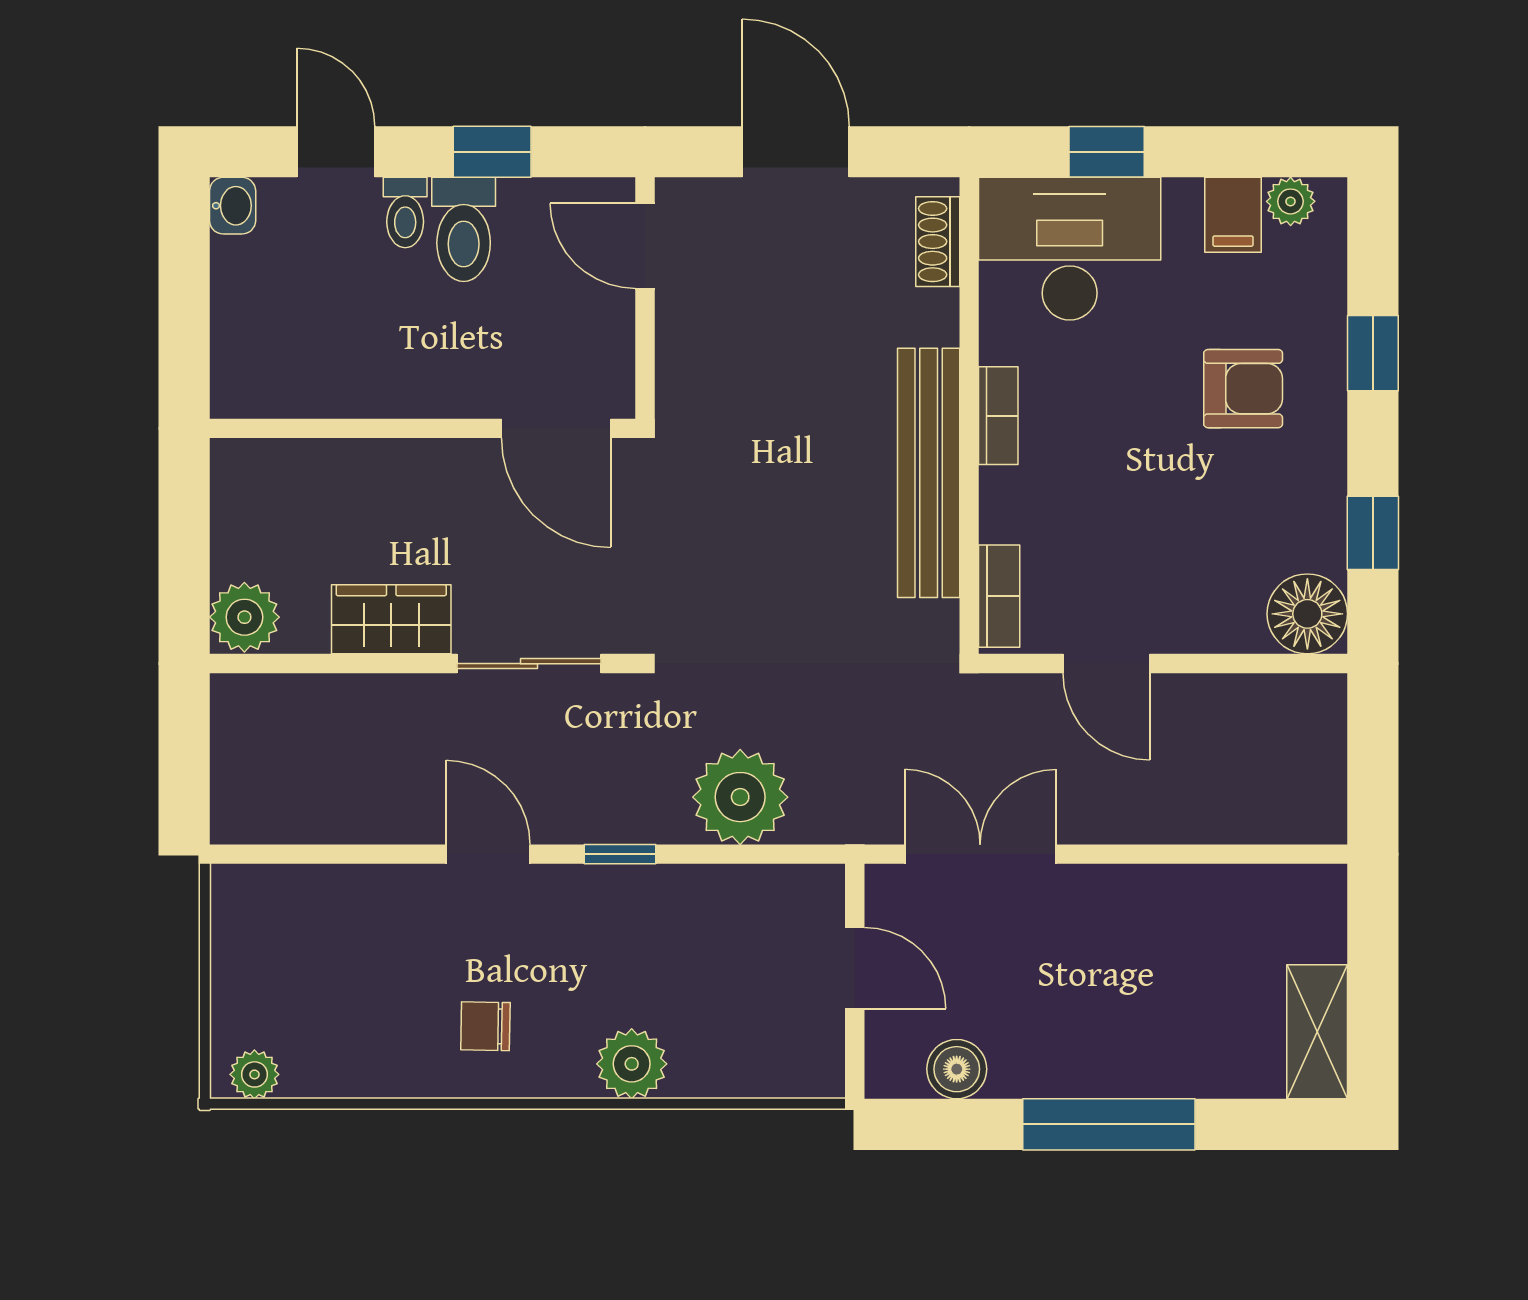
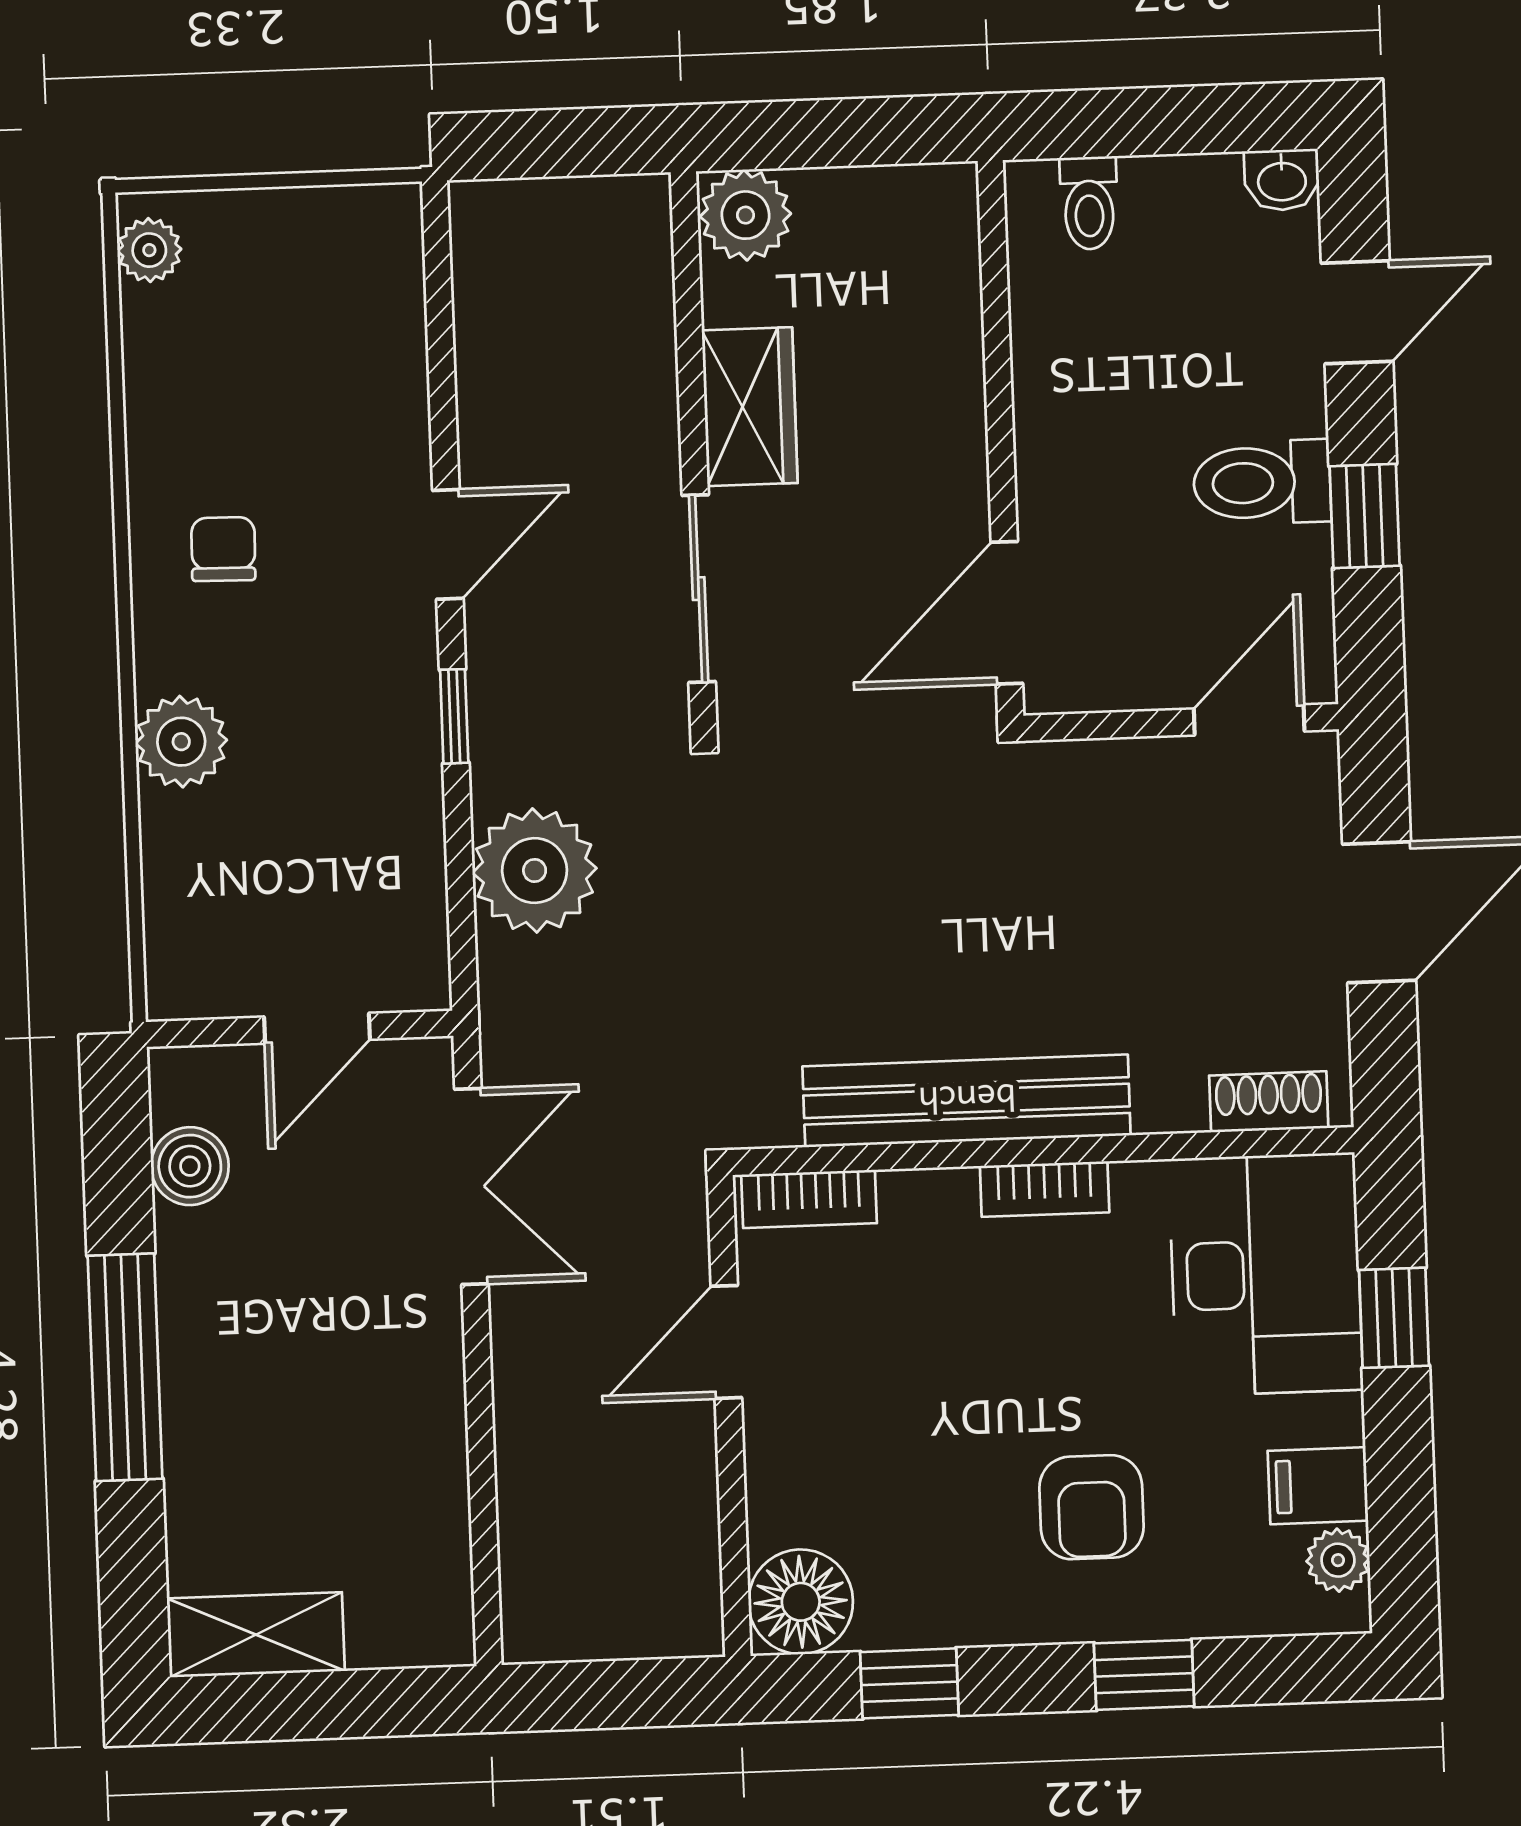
toilet: (405, 213) -> (1089, 203), moved, turned -90

